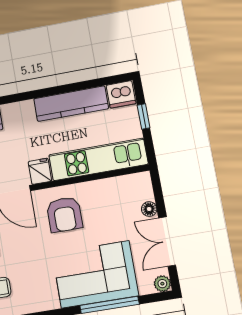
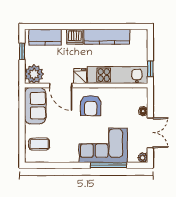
dishwasher: (121, 94) -> (75, 37), moved
window: (144, 116) -> (150, 69), moved
double door: (167, 241) -> (150, 133), swing flipped

